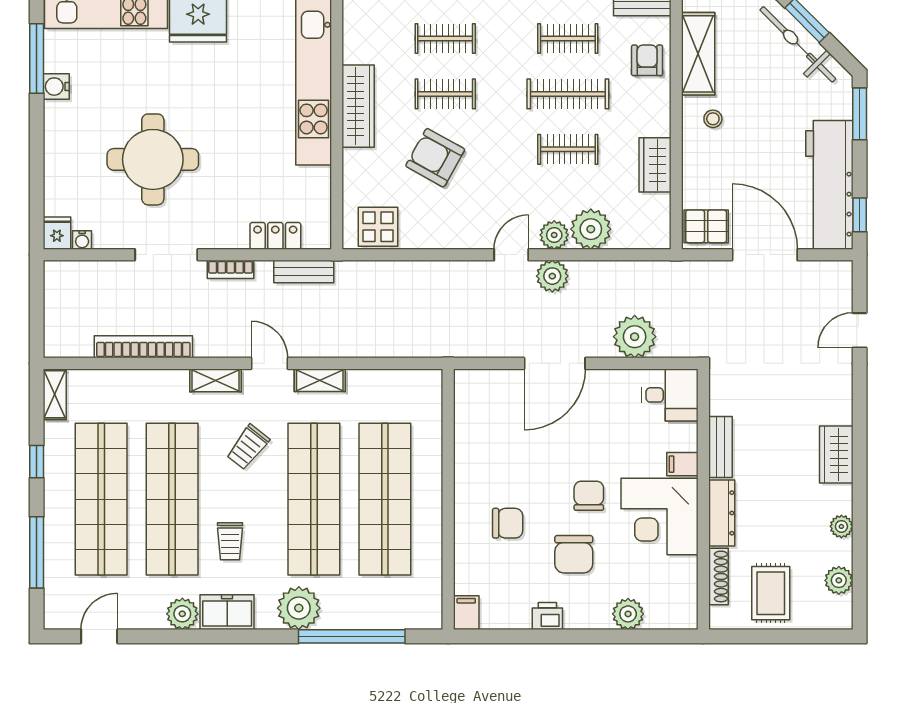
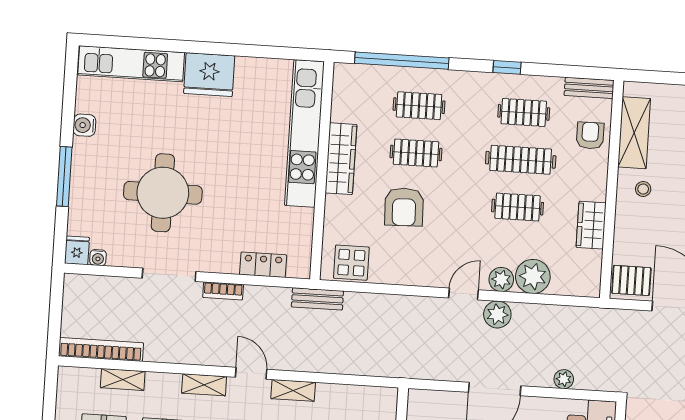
window: (37, 58) -> (64, 176), moved
armchair: (435, 158) -> (404, 207), turned -121
bench: (304, 272) -> (317, 299), moved
plant: (635, 337) -> (564, 379), width x0.53, depth x0.53
bookcase: (143, 347) -> (101, 349), moved
shelving: (55, 394) -> (123, 379), moved, turned 90

